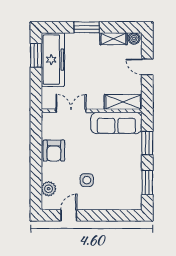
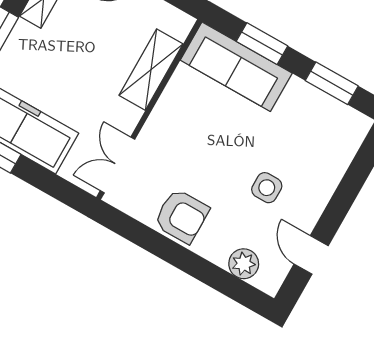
shelving: (123, 102) -> (151, 70), moved
double door: (71, 111) -> (118, 165), moved
sofa: (116, 123) -> (236, 67), moved, turned 90

